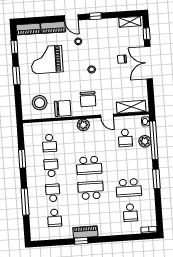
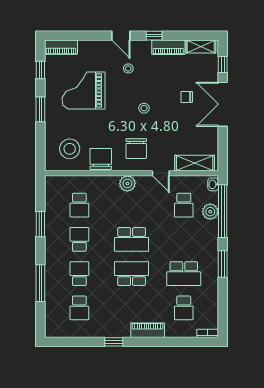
piano: (53, 28) -> (168, 47), moved
chair: (63, 108) -> (101, 159), turned -90
piano: (85, 232) -> (148, 330), moved

